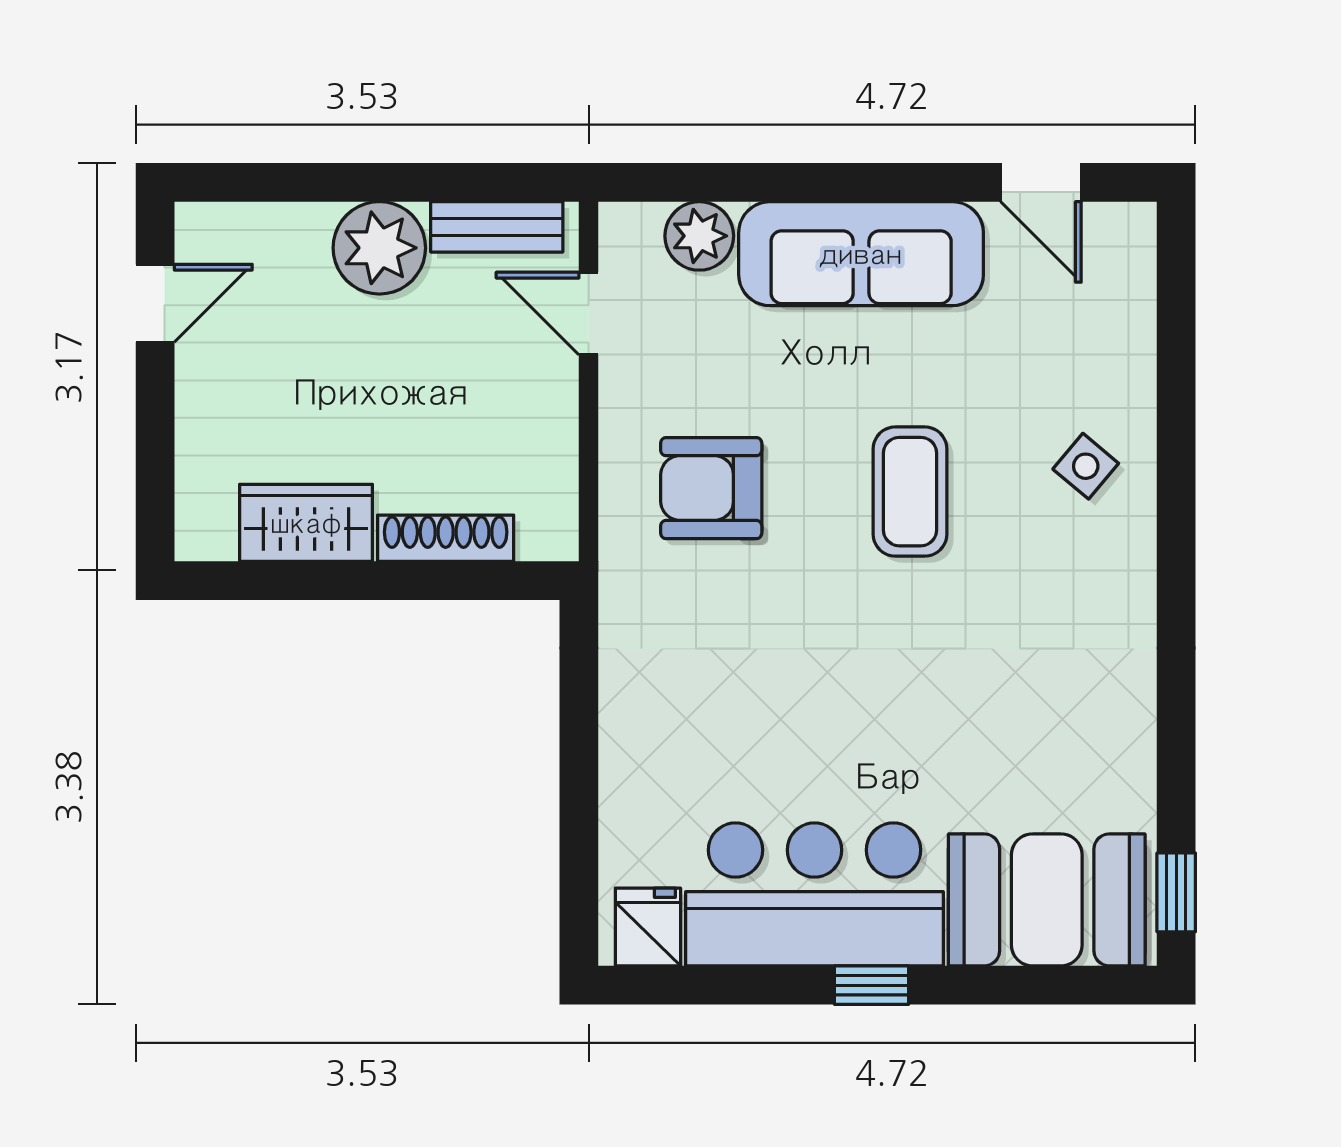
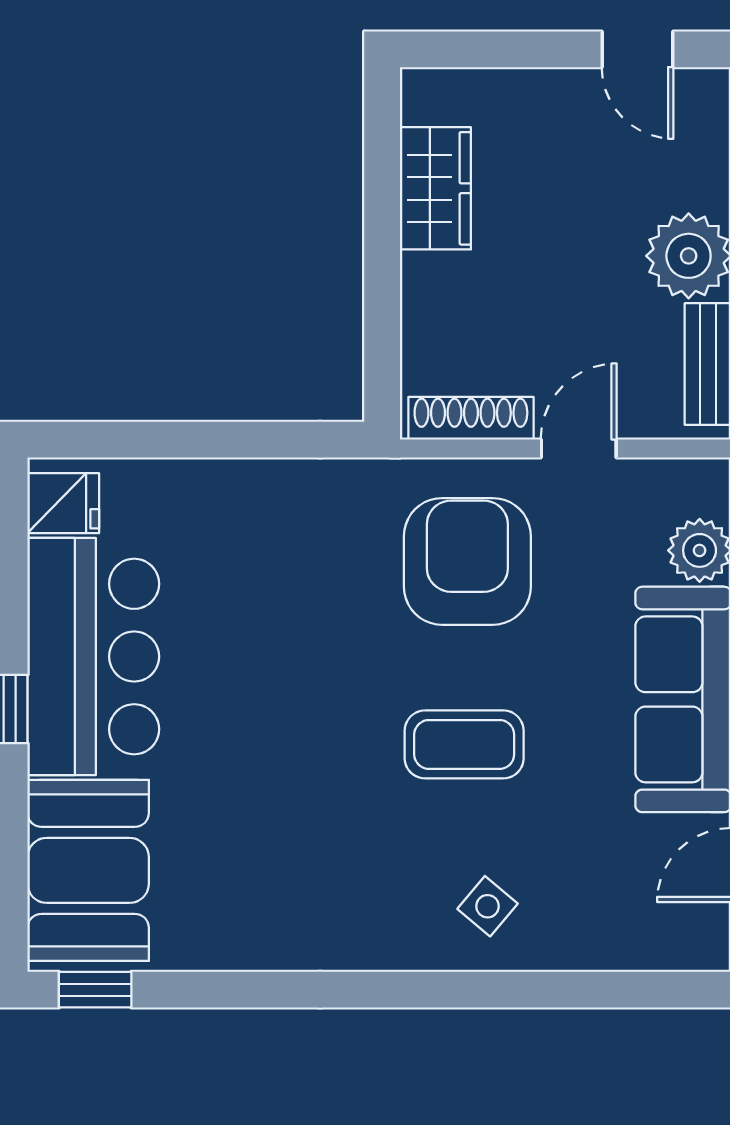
door: (589, 314) -> (579, 448), moved
armchair: (711, 488) -> (467, 561), width x1.36, depth x1.36
shoe rack: (446, 538) -> (471, 418), moved, turned -90

